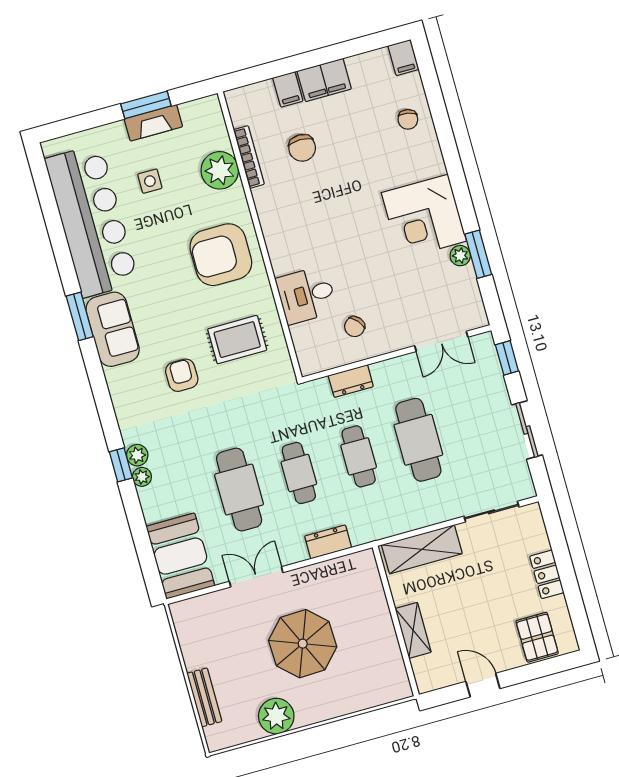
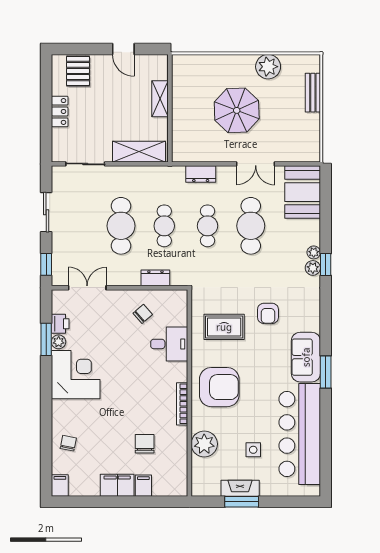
bookcase: (249, 157) -> (182, 404), moved
printer: (465, 281) -> (60, 324), added

